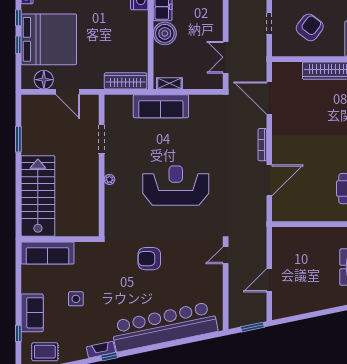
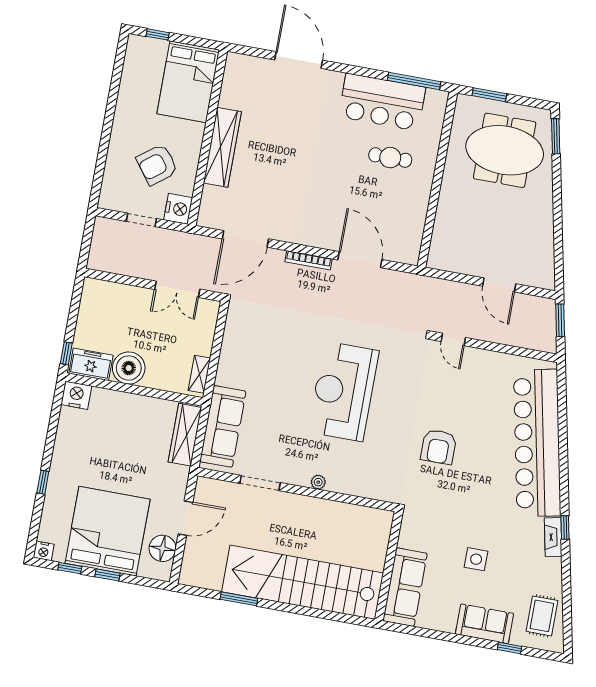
armchair: (310, 27) -> (157, 165), turned -74
nightstand: (282, 48) -> (178, 209), added
sofa: (161, 106) -> (223, 426), moved
stairs: (38, 196) -> (303, 582), width x1.36

